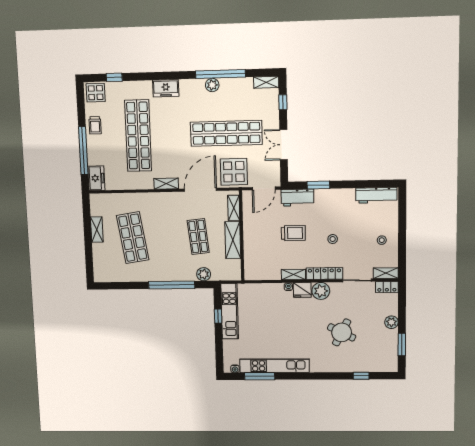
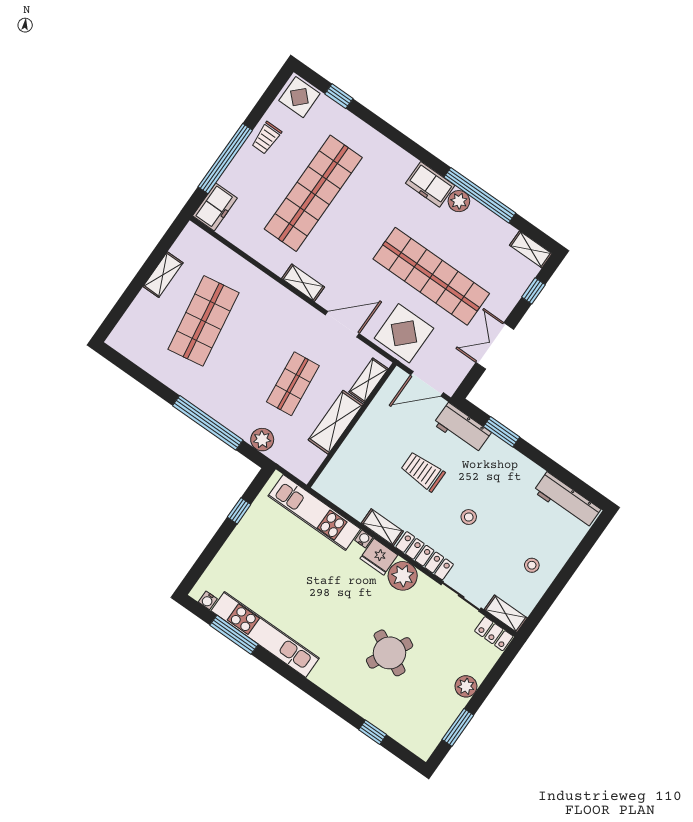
freezer: (166, 88) -> (430, 184), moved
door: (200, 190) -> (342, 324), width x0.73
trolley: (293, 233) -> (423, 471), turned 180
kitchen unit: (230, 311) -> (314, 512), moved, turned 90

